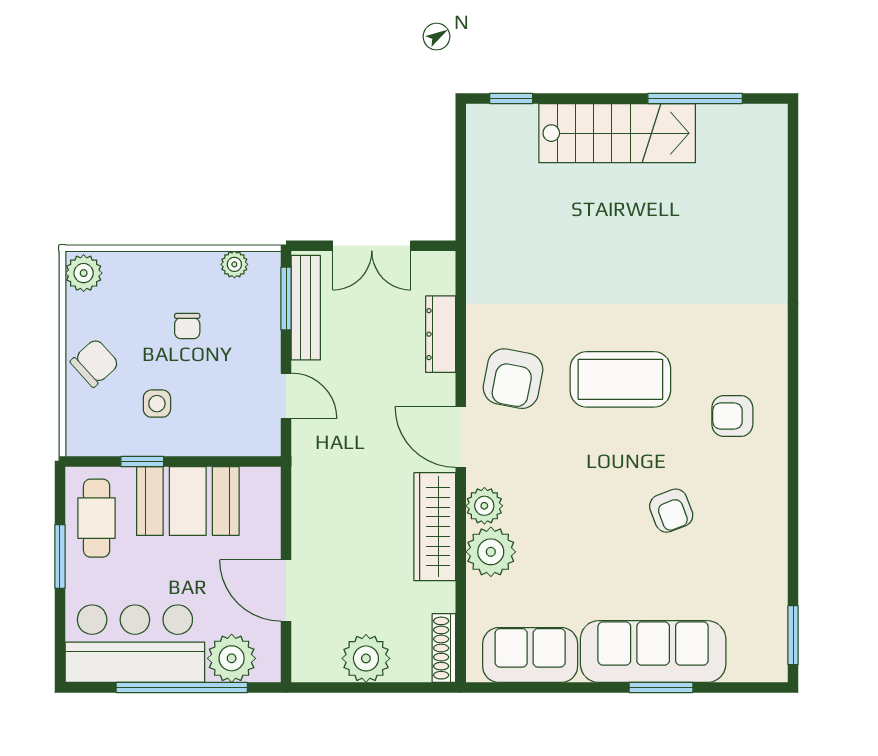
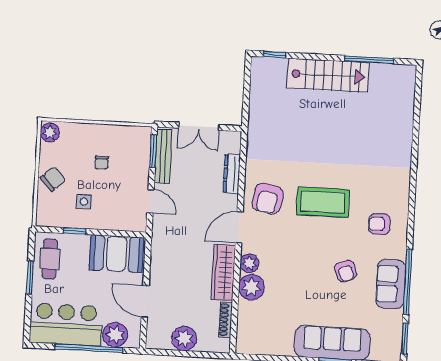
plant: (234, 264) -> (128, 132), removed
door: (461, 437) -> (239, 227), hinge flipped
booth: (188, 501) -> (117, 254), moved
window: (793, 526) -> (408, 282), added
shoe rack: (444, 648) -> (226, 320), moved
sofa: (530, 655) -> (391, 284), moved, turned -90

